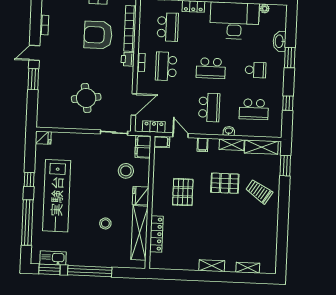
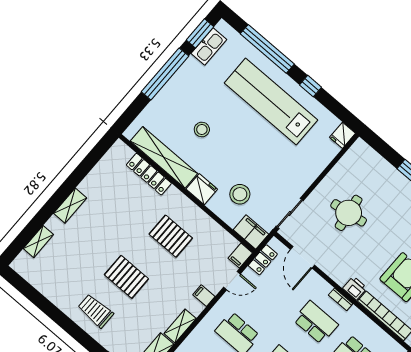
washbasin: (229, 131) -> (197, 334), removed
pallet: (225, 183) -> (126, 277), moved, turned 90
trolley: (259, 191) -> (96, 311), moved, turned -123

